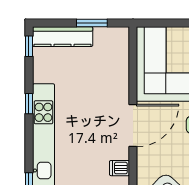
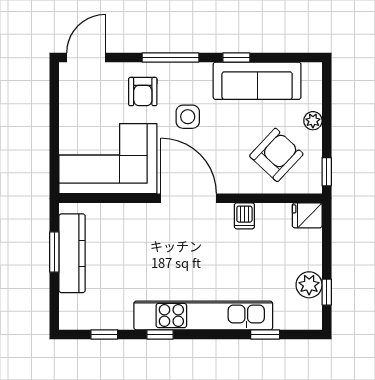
kitchen counter: (63, 37) -> (72, 253), moved
window: (29, 46) -> (104, 334), moved

